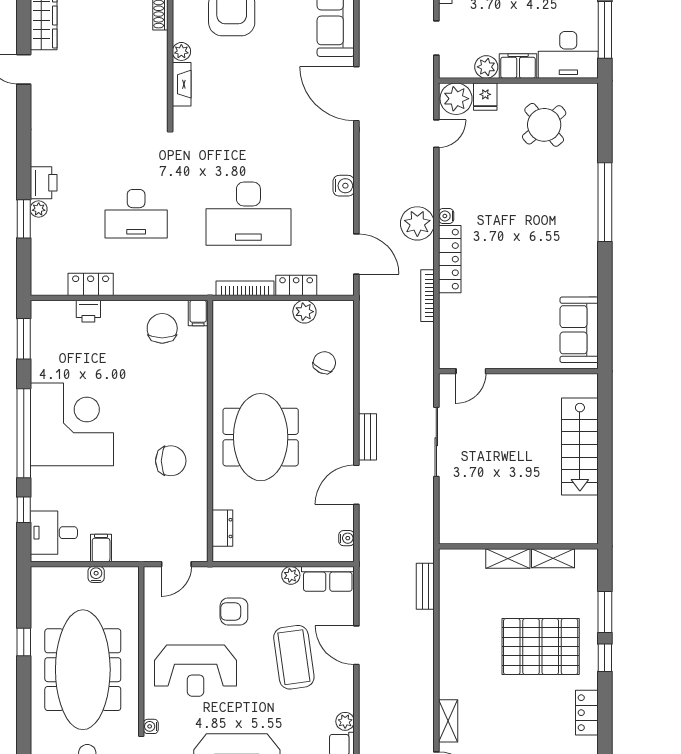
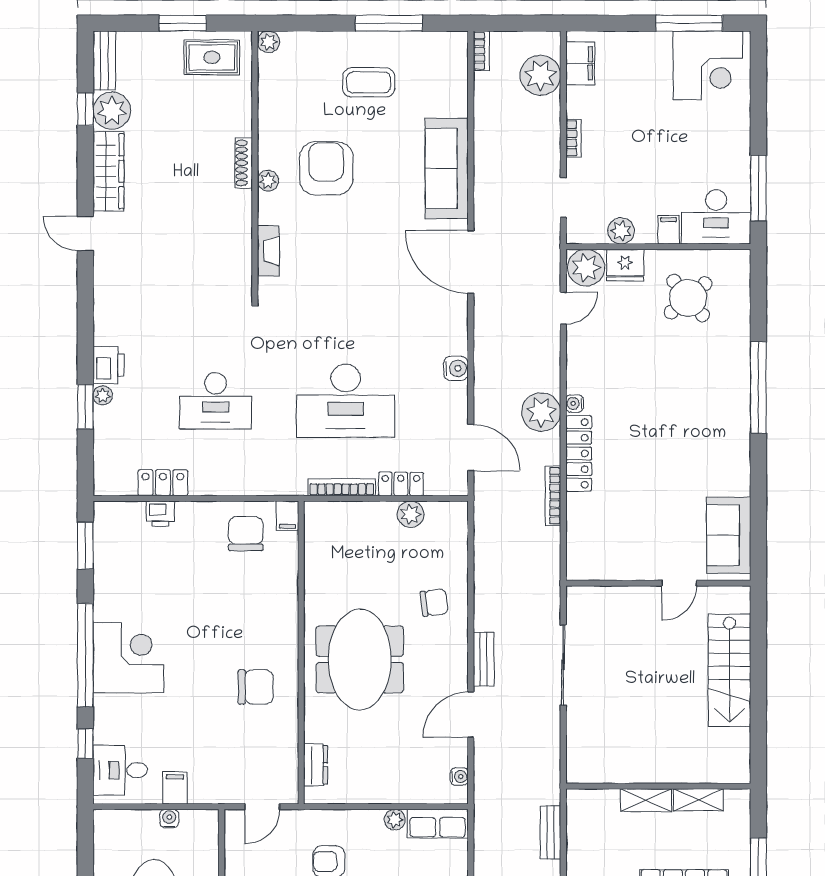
plant: (181, 51) -> (268, 181), moved
filing cabinet: (518, 66) -> (669, 230), width x0.50
fridge: (485, 97) -> (625, 265), width x1.38
chair: (324, 363) -> (434, 602), moved, turned 58
door: (471, 371) -> (679, 583), moved
corner desk: (72, 424) -> (128, 658), width x0.74, depth x0.74

